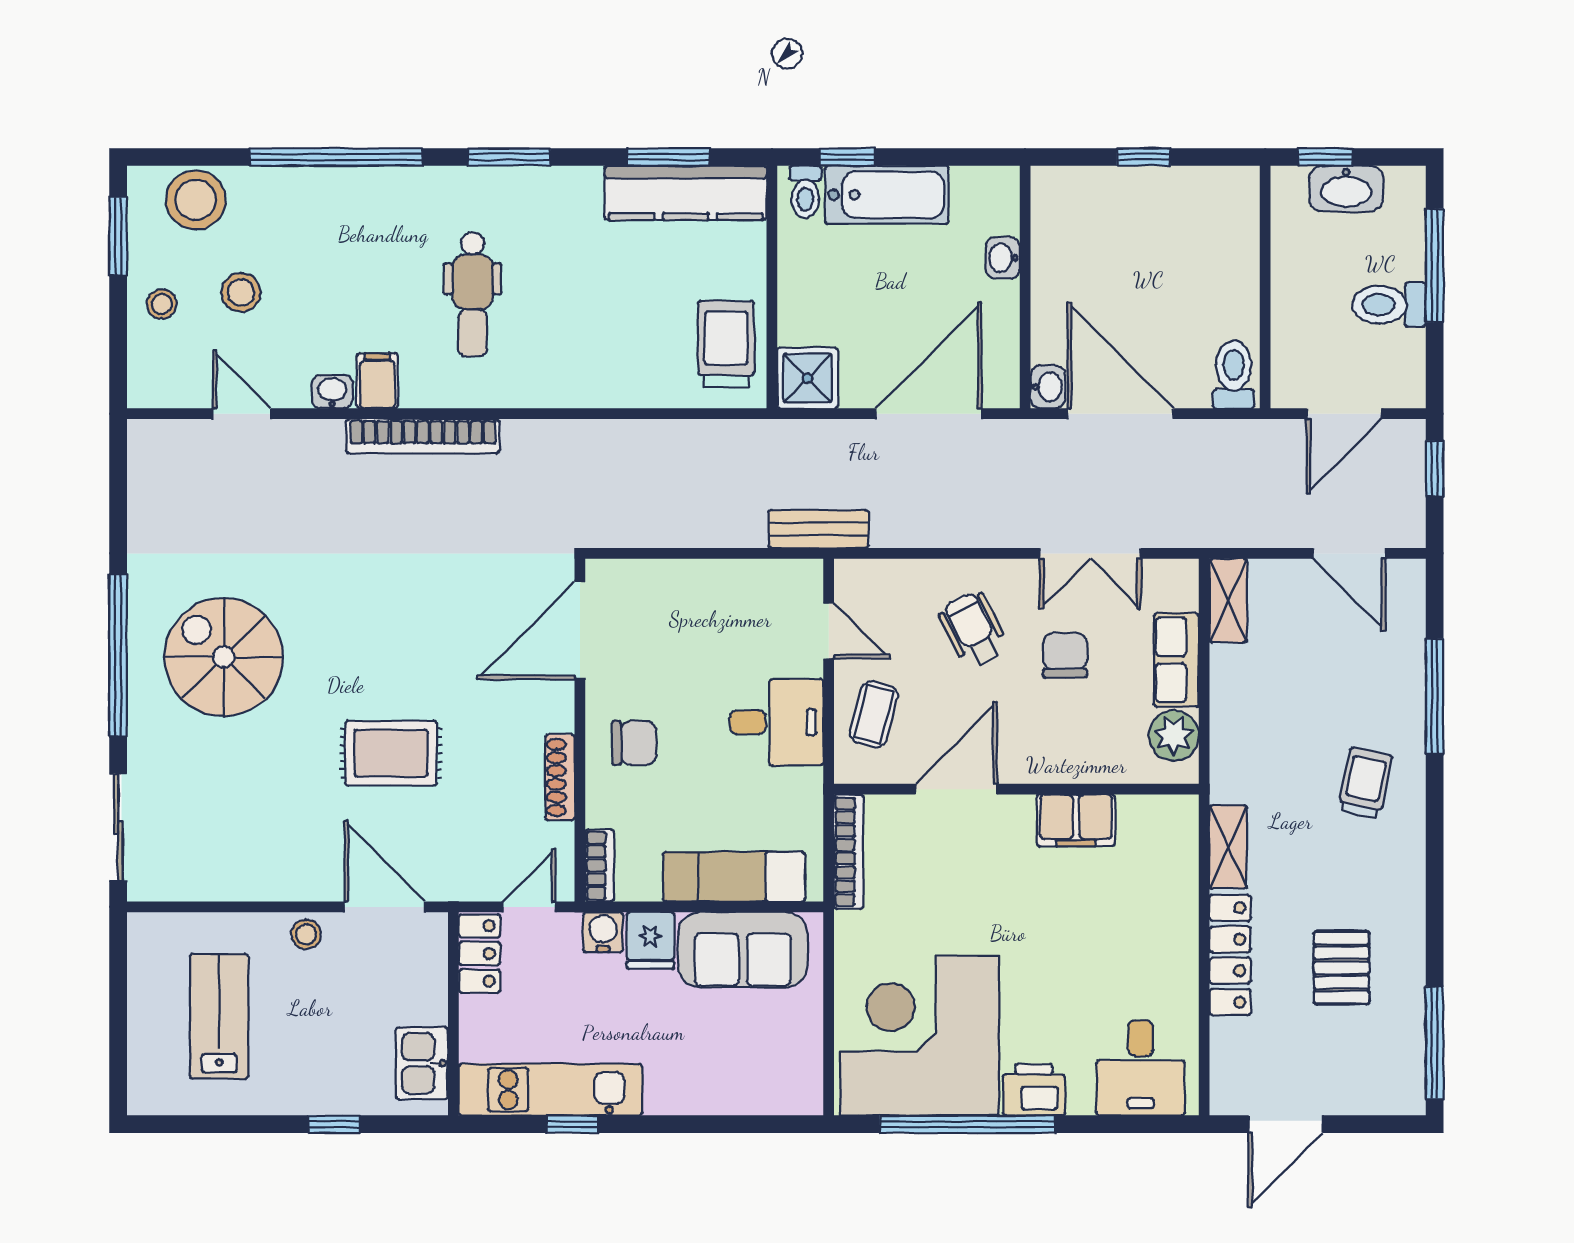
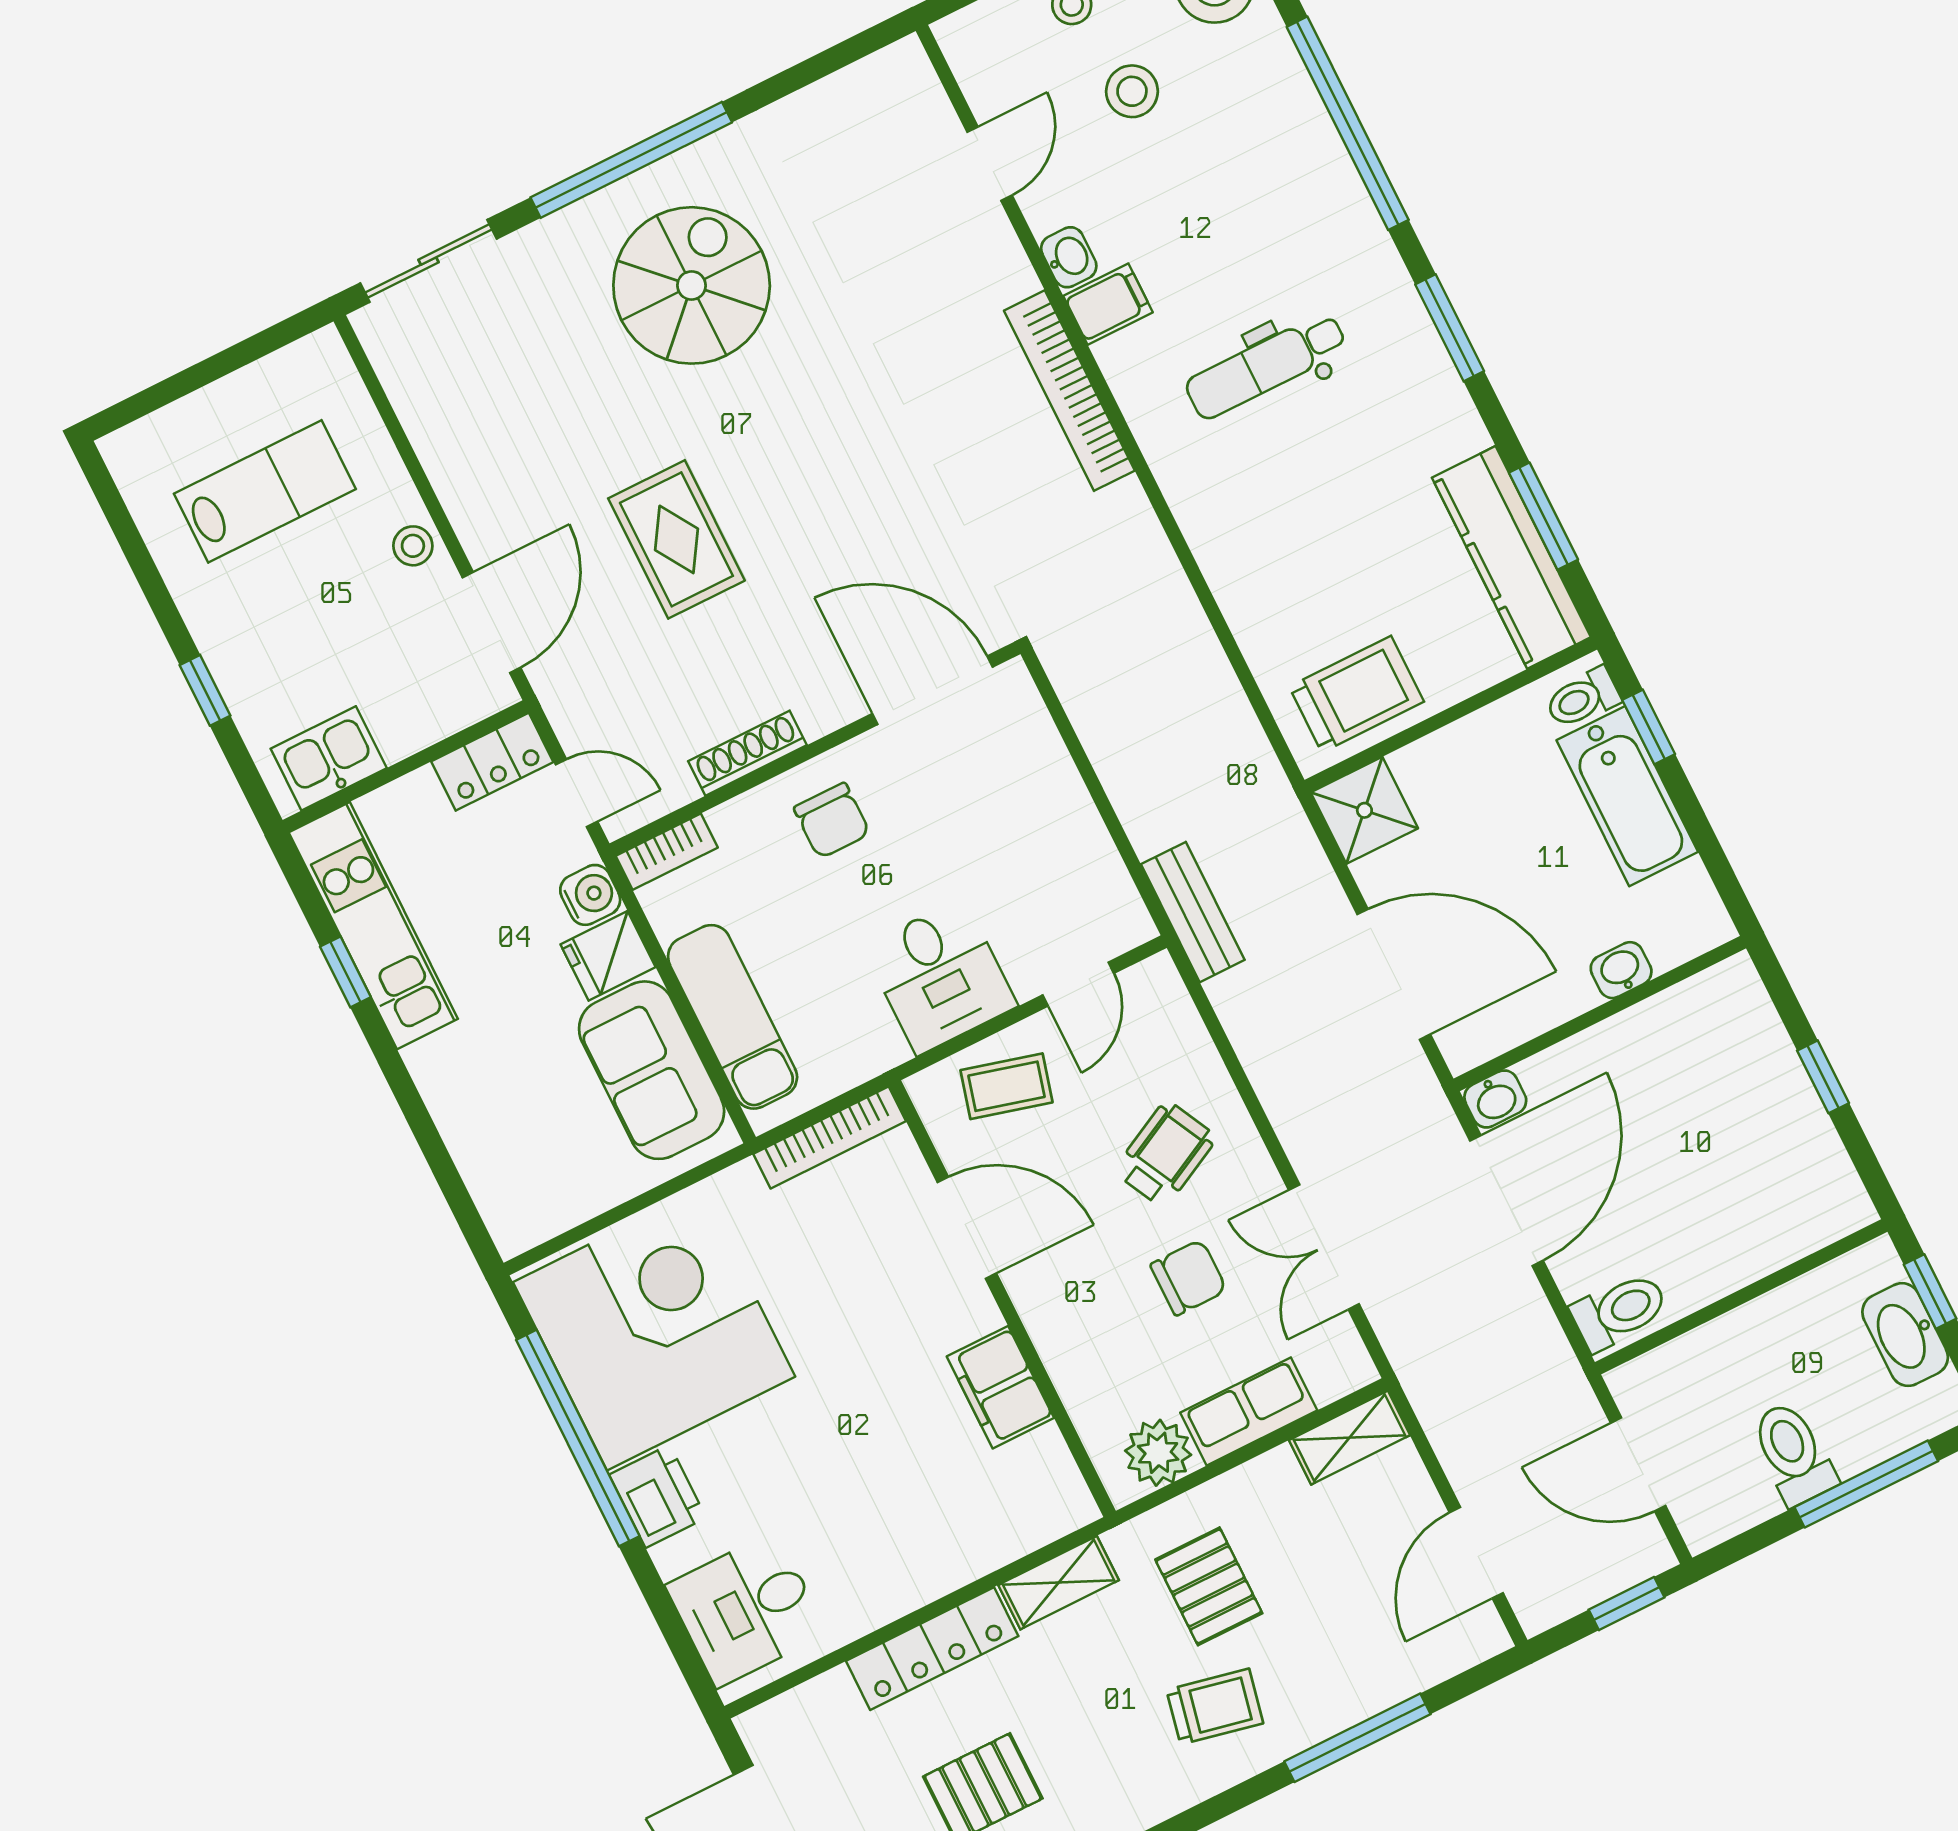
pallet: (1282, 746) -> (1209, 1586), added

